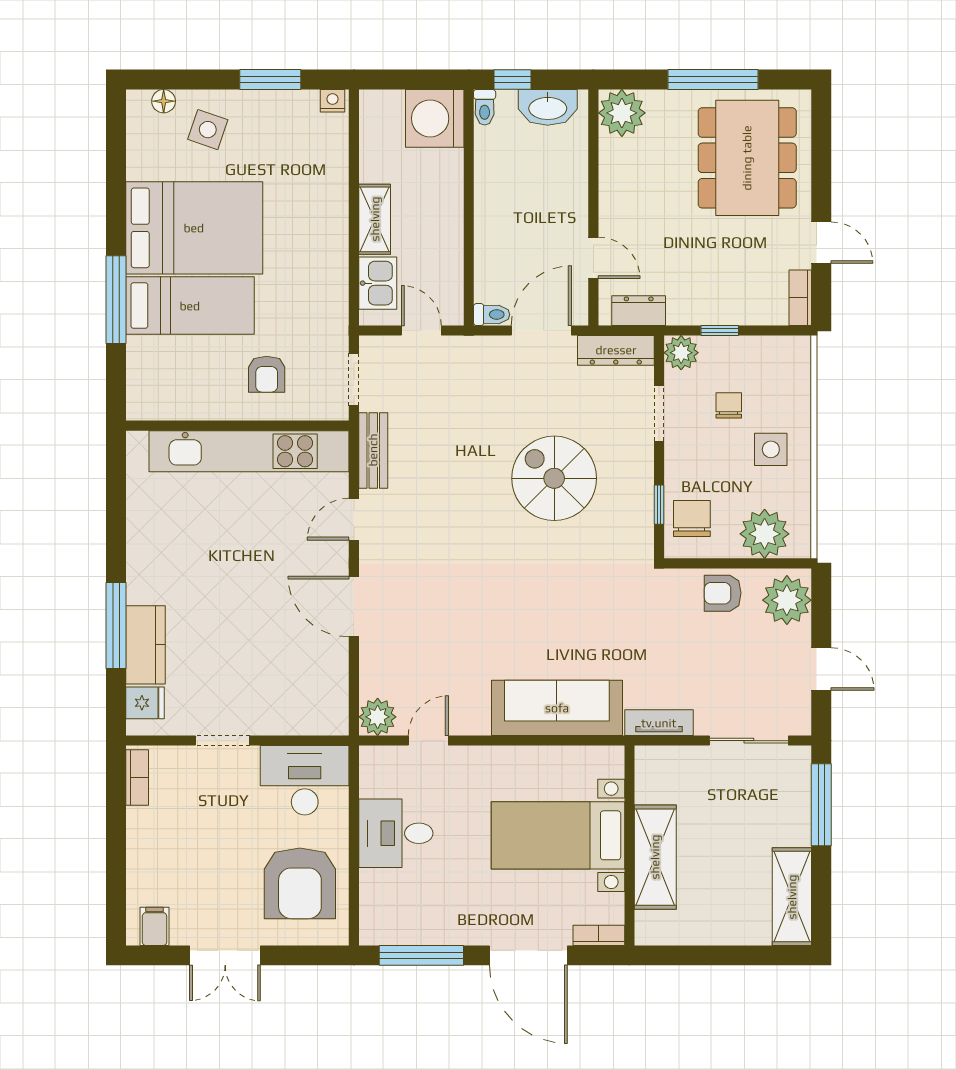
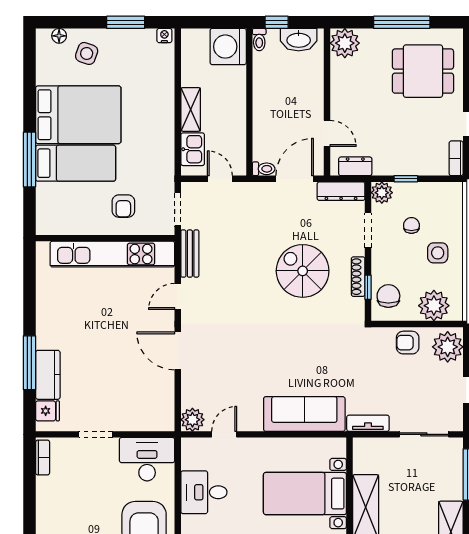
dining table: (747, 158) -> (423, 71), width x0.73
shoe rack: (643, 487) -> (358, 277), added

